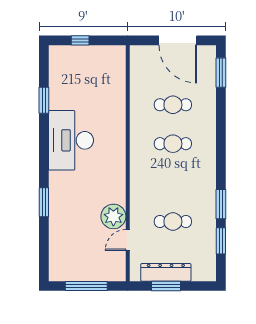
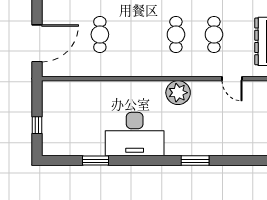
door: (178, 40) -> (37, 43), moved
cafe table: (173, 144) -> (176, 34), moved
plant: (113, 216) -> (178, 93), moved

